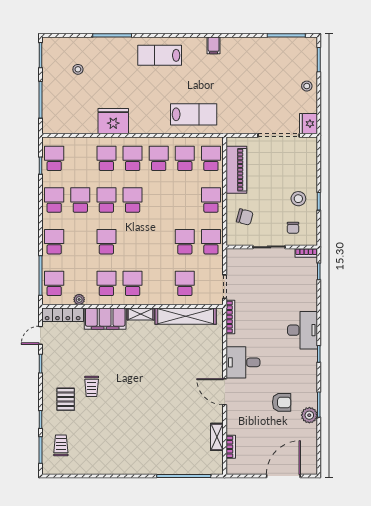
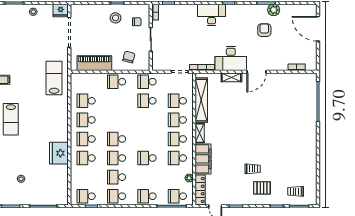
lab bench: (194, 114) -> (54, 78), moved
school desk: (211, 158) -> (177, 120), moved
desk: (243, 362) -> (231, 58), width x1.37
shelving: (217, 437) -> (231, 77), moved

